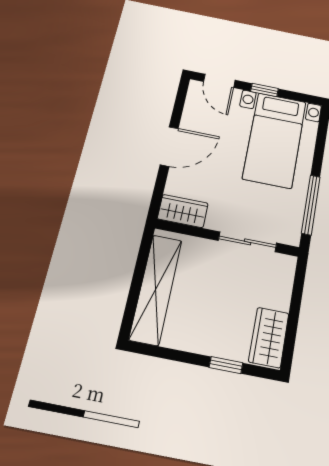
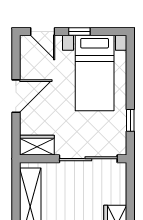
window: (311, 205) -> (130, 120), width x0.46
sliding door: (248, 242) -> (88, 159), width x1.37

